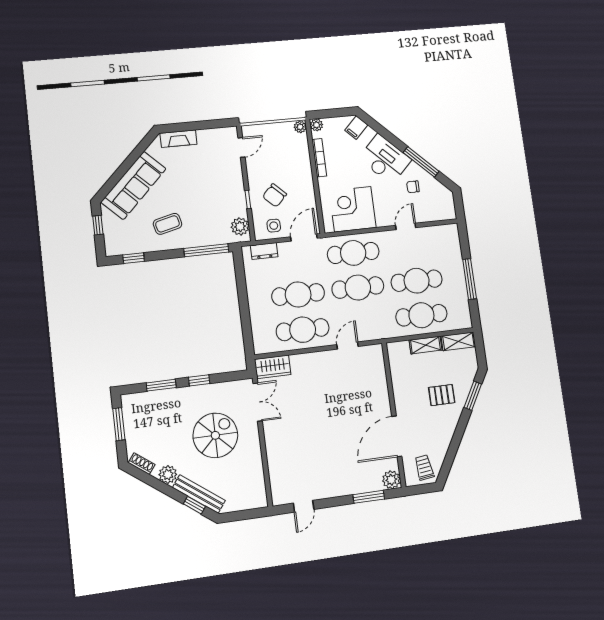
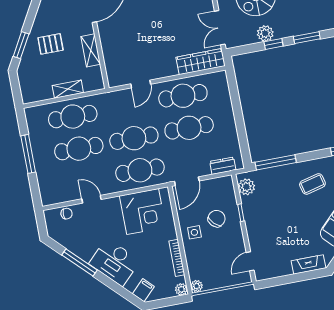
chair: (413, 187) -> (67, 214), moved
side table: (274, 226) -> (194, 232), moved
door: (406, 226) -> (92, 199), swing flipped
shelving: (458, 341) -> (91, 50), moved, turned 90
wardrobe: (273, 367) -> (201, 62), width x1.50
plant: (208, 393) -> (265, 33), added

